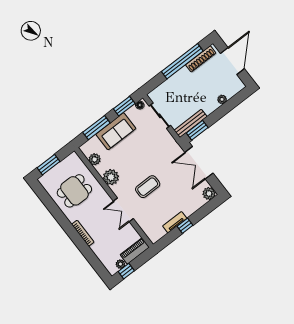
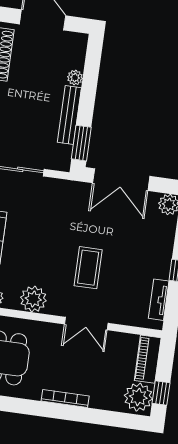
bench: (190, 123) -> (69, 115), moved
tv unit: (175, 222) -> (159, 300), moved
plant: (120, 264) -> (138, 397), width x1.87, depth x1.87

